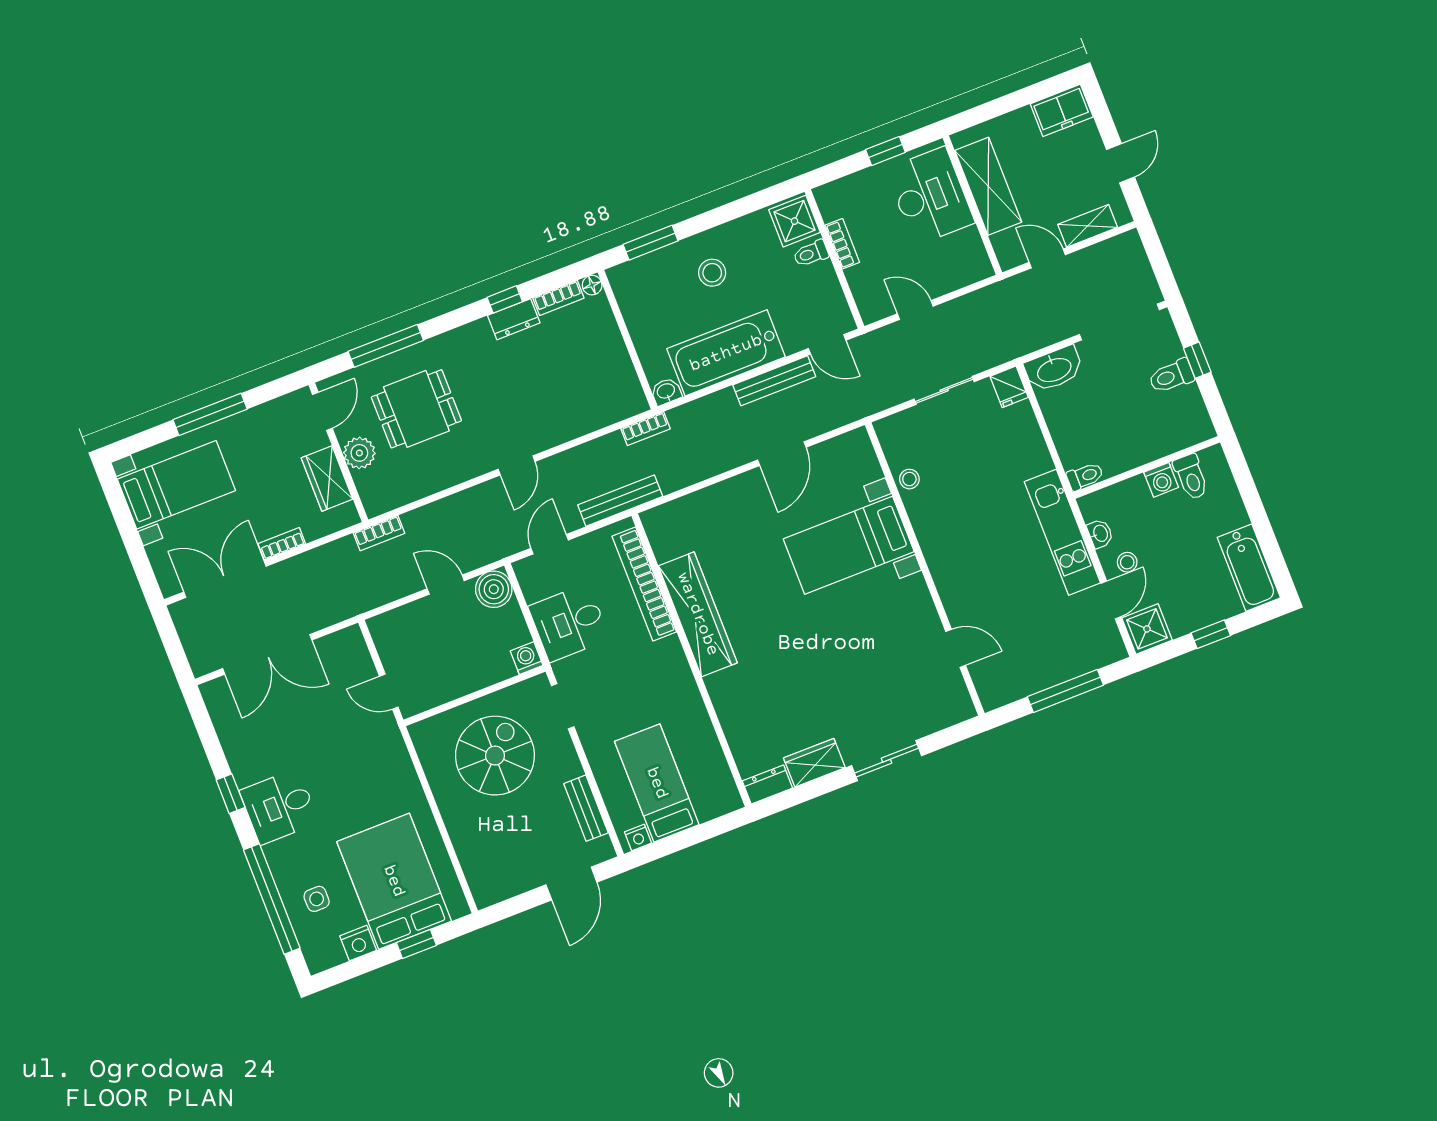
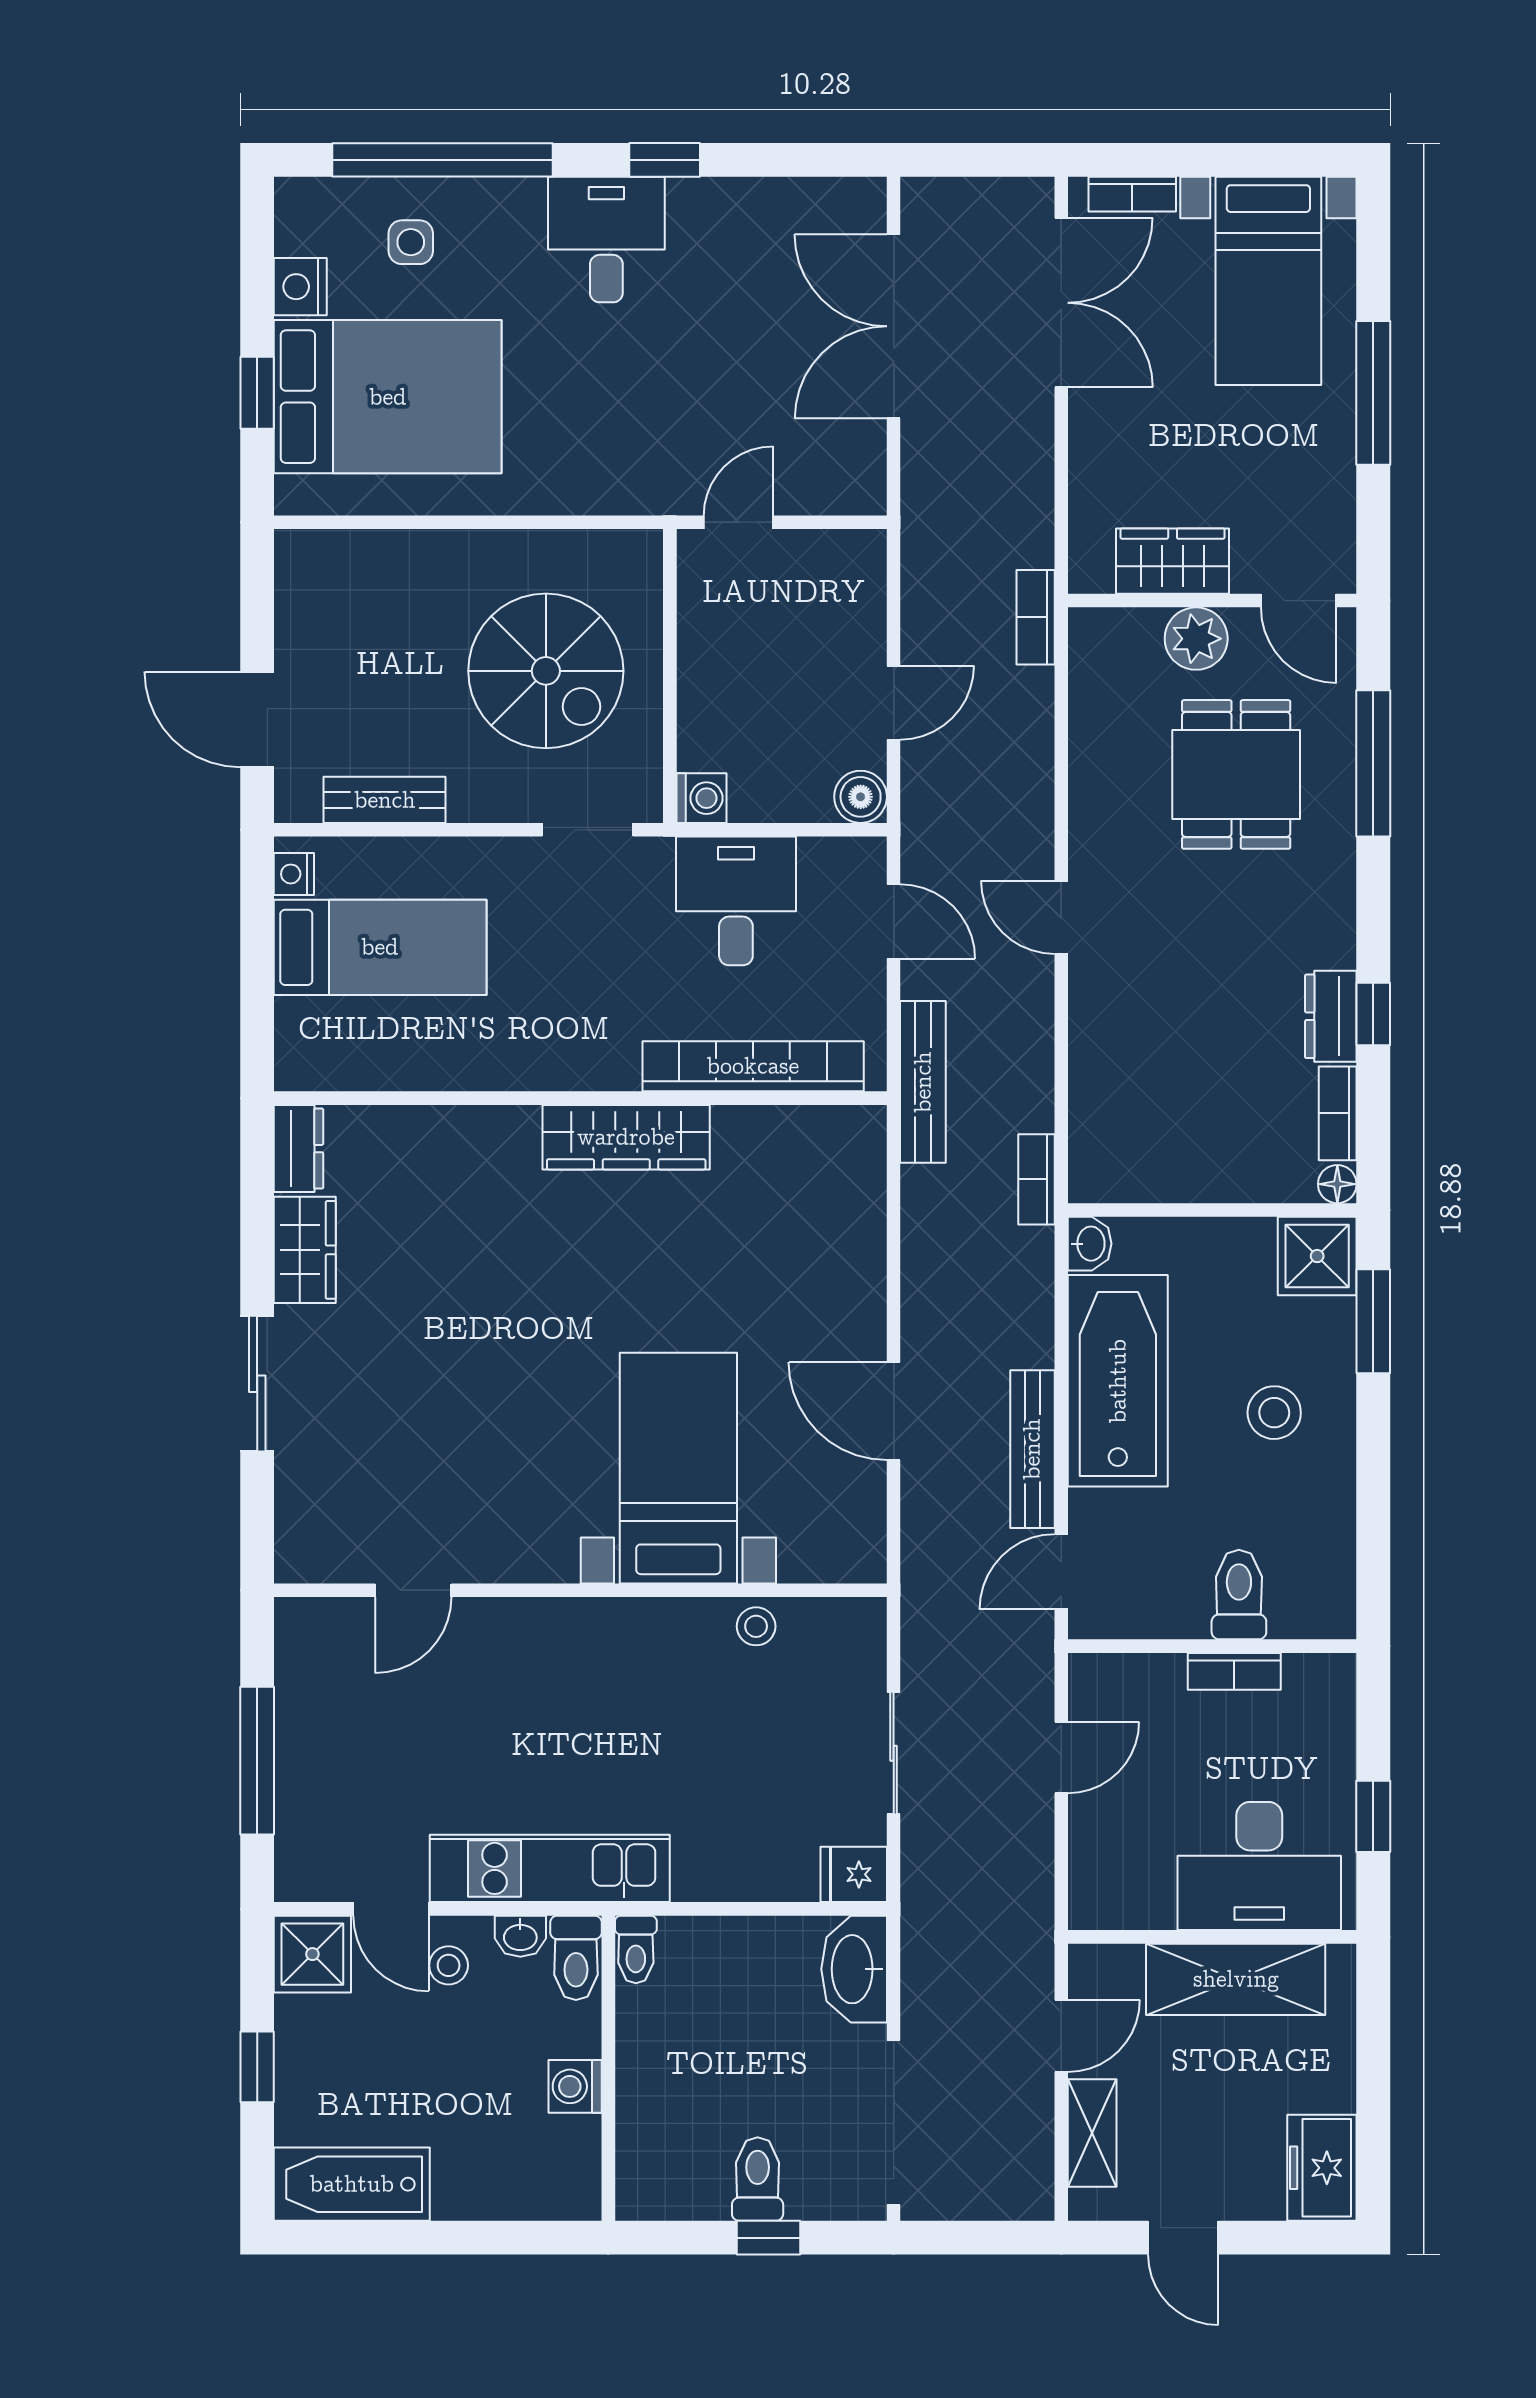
shower: (794, 221) -> (1317, 1256), moved
toilet: (811, 253) -> (1239, 1595), width x1.37, depth x1.39
toilet: (1191, 477) -> (576, 1958), moved, turned -90
bookcase: (282, 544) -> (1132, 194), moved, turned 90
boiler: (494, 589) -> (861, 797), width x0.73, depth x0.73
wardrobe: (698, 614) -> (626, 1137), width x0.71, depth x0.85

